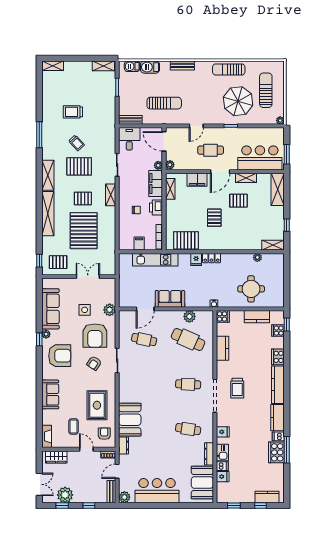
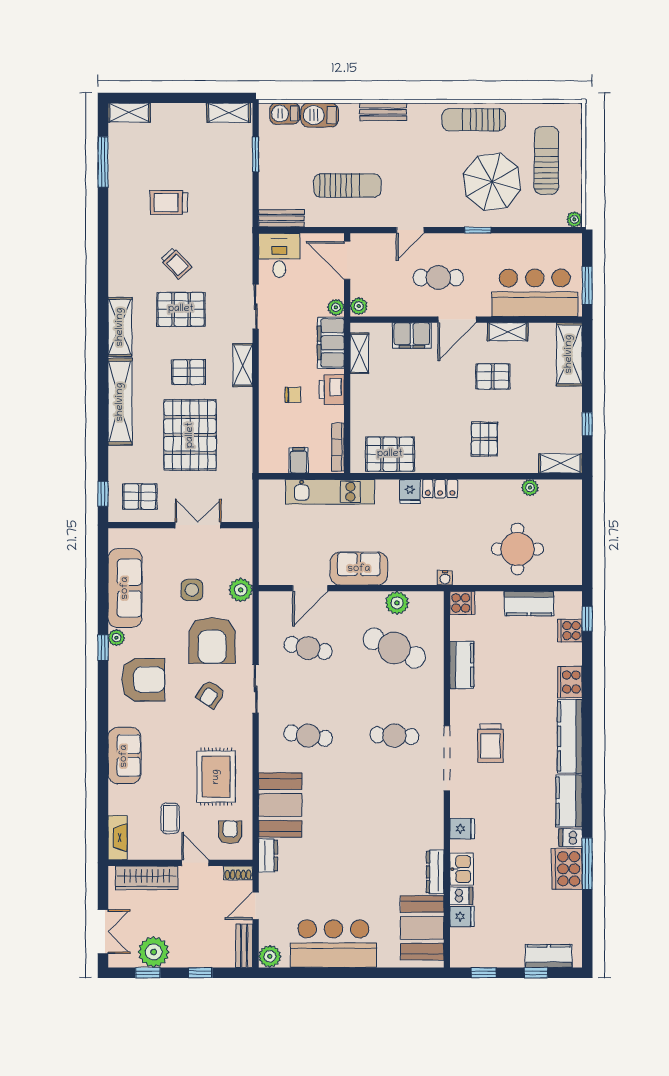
window: (39, 135) -> (103, 162), moved
pallet: (214, 218) -> (484, 439), moved
cafe table: (188, 429) -> (308, 736), moved
wardrobe: (56, 457) -> (147, 878), width x1.50

